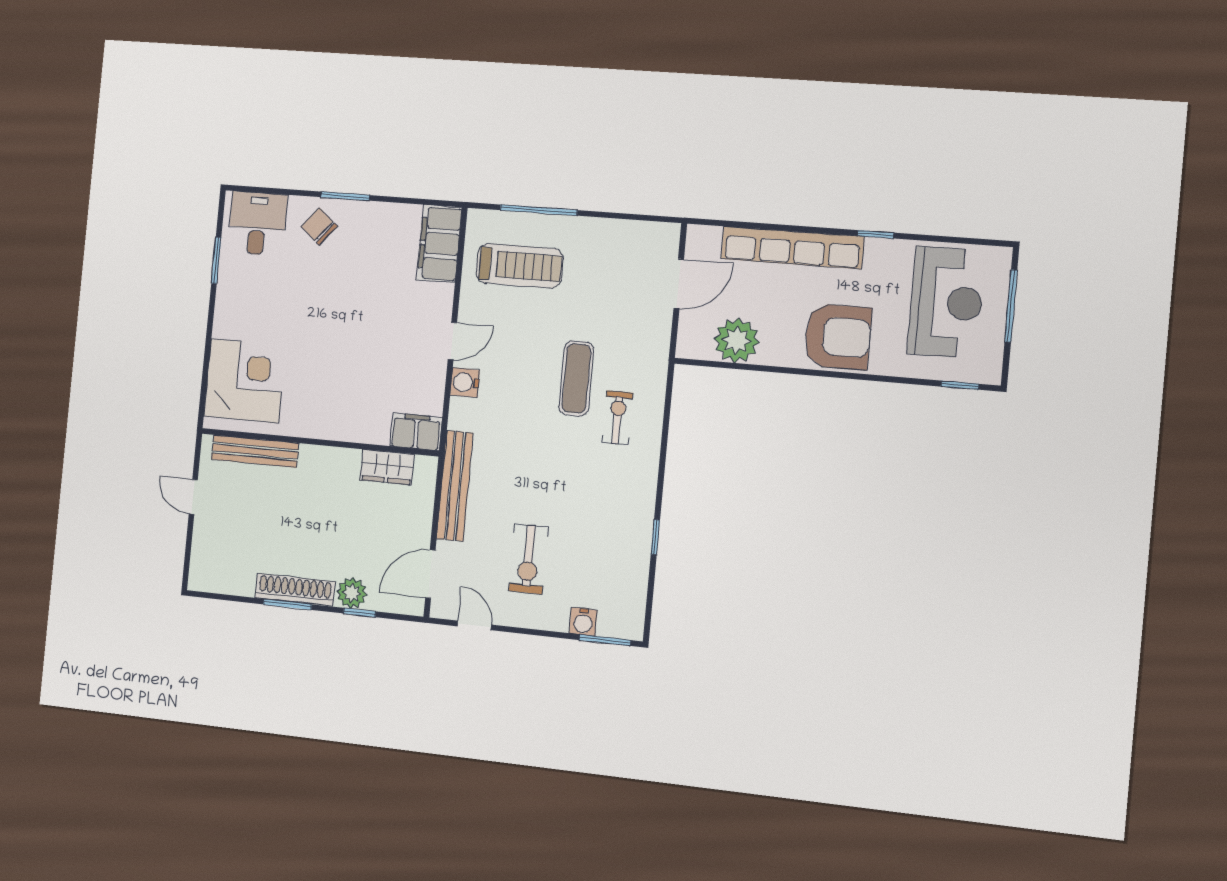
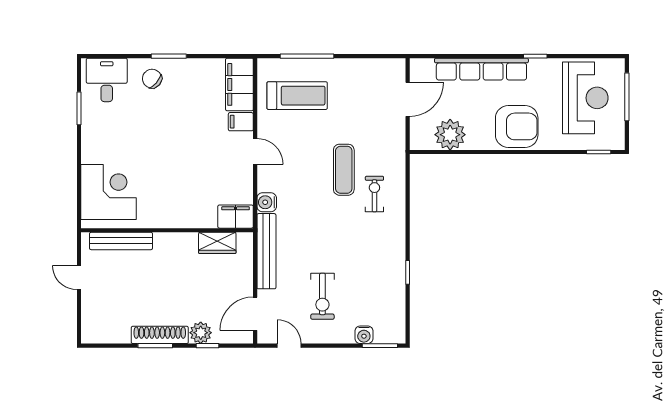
filing cabinet: (436, 297) -> (241, 122), added
door: (452, 341) -> (255, 151), hinge flipped
water cooler: (465, 382) -> (267, 202), moved

